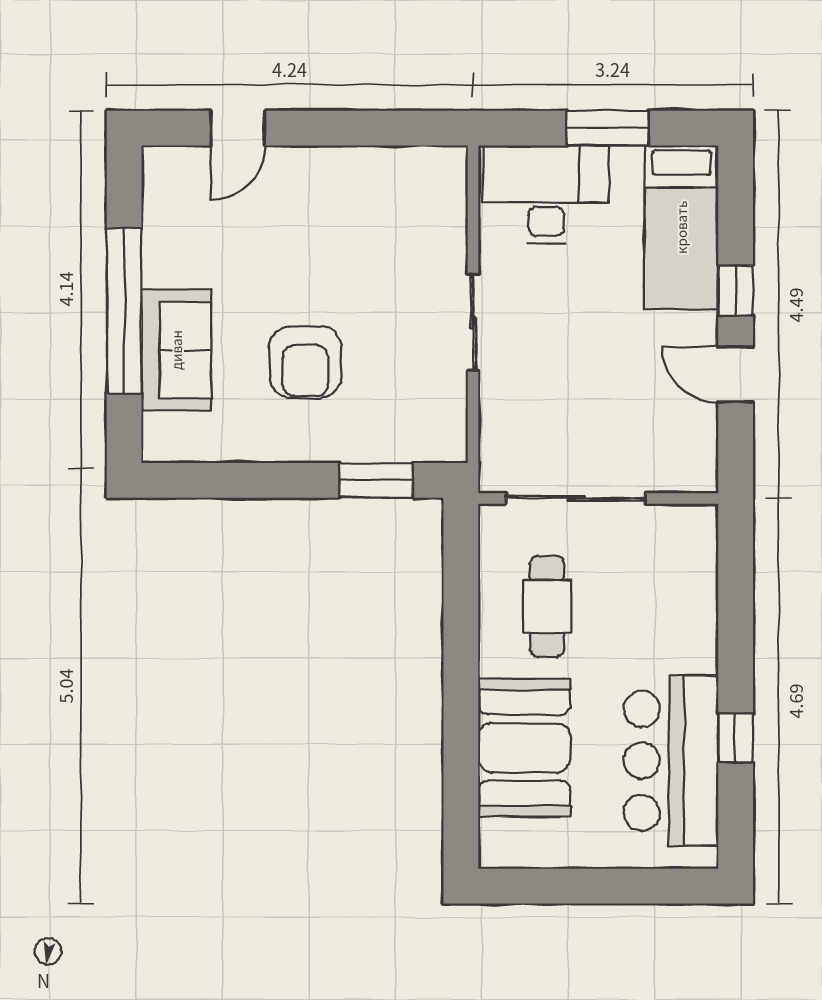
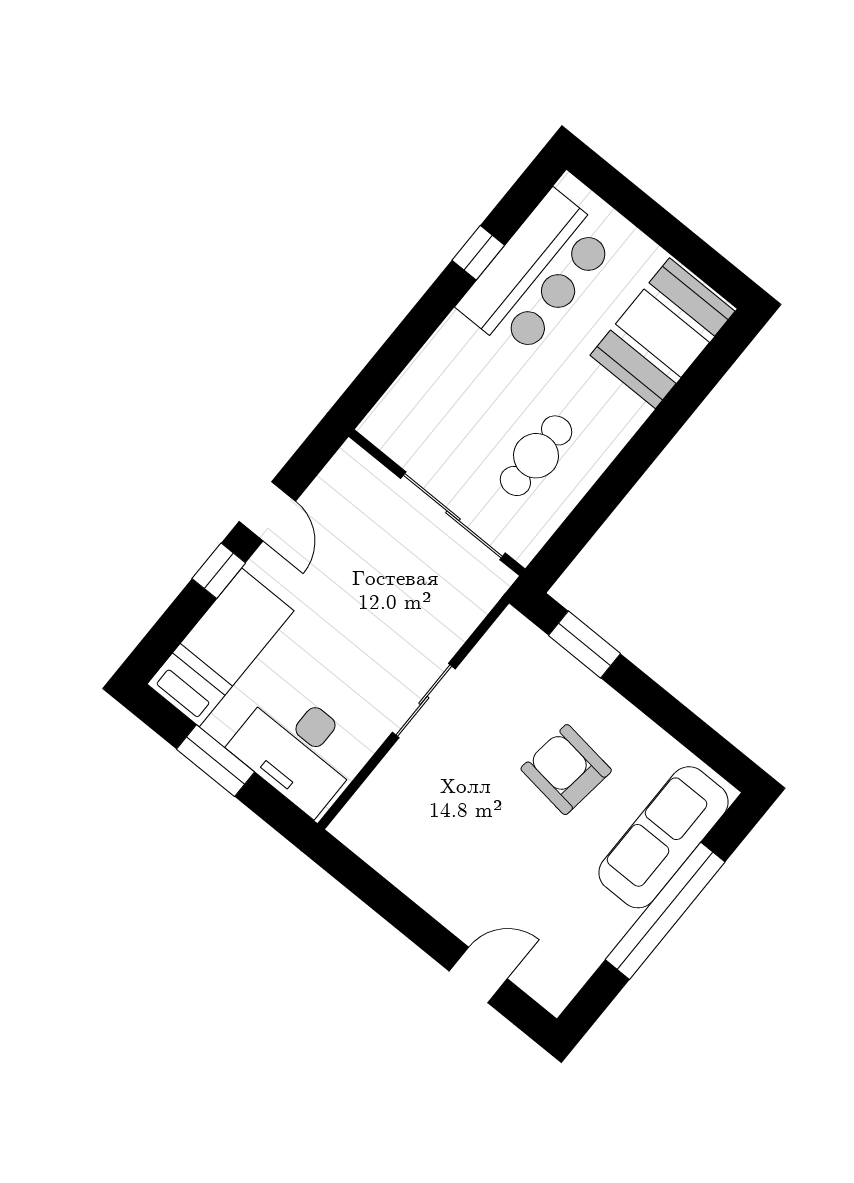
sofa: (176, 350) -> (663, 837), width x1.36
armchair: (305, 362) -> (566, 770), turned -83
booth: (524, 748) -> (663, 333), moved

